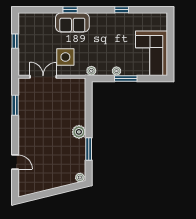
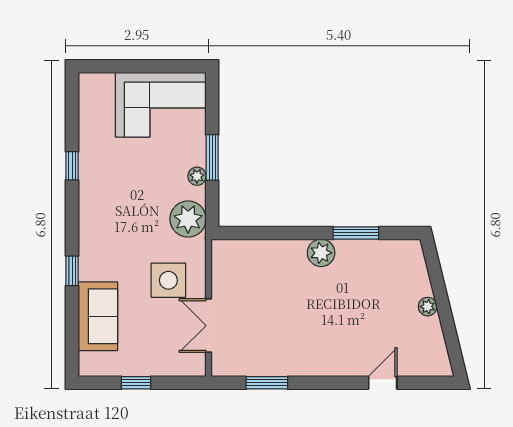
sofa: (72, 22) -> (98, 316), moved
plant: (91, 71) -> (188, 219), width x1.87, depth x1.87
plant: (80, 177) -> (428, 307), moved

